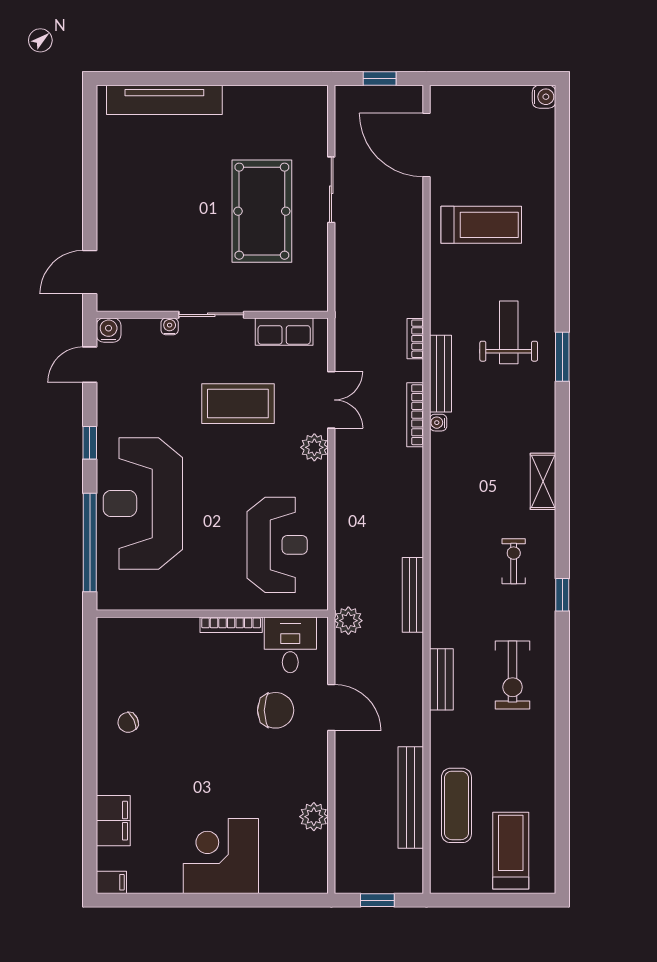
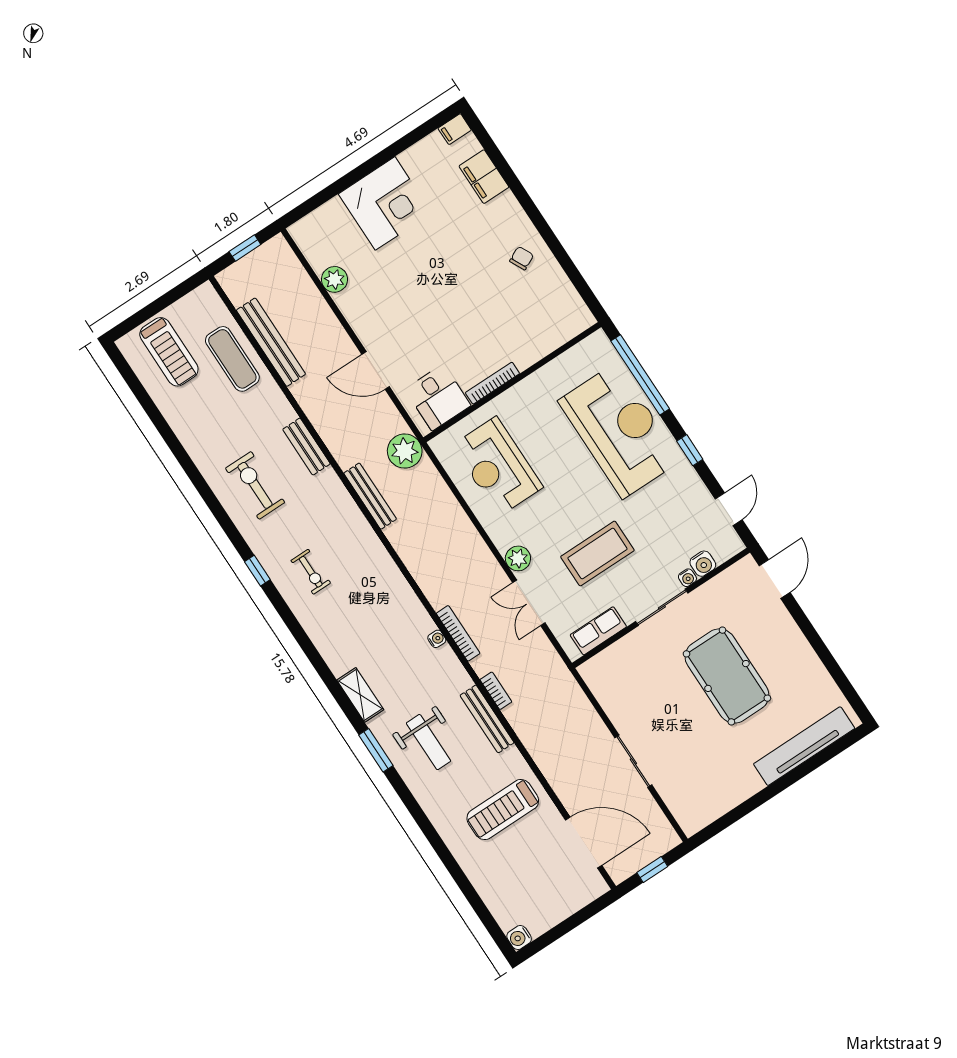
pool table: (262, 211) -> (727, 676), moved
water cooler: (109, 330) -> (703, 564), moved
bench: (440, 374) -> (487, 719), moved
shelving: (543, 481) -> (360, 695), moved
plant: (348, 621) -> (405, 451), width x1.36, depth x1.36
chair: (276, 710) -> (416, 341), removed

